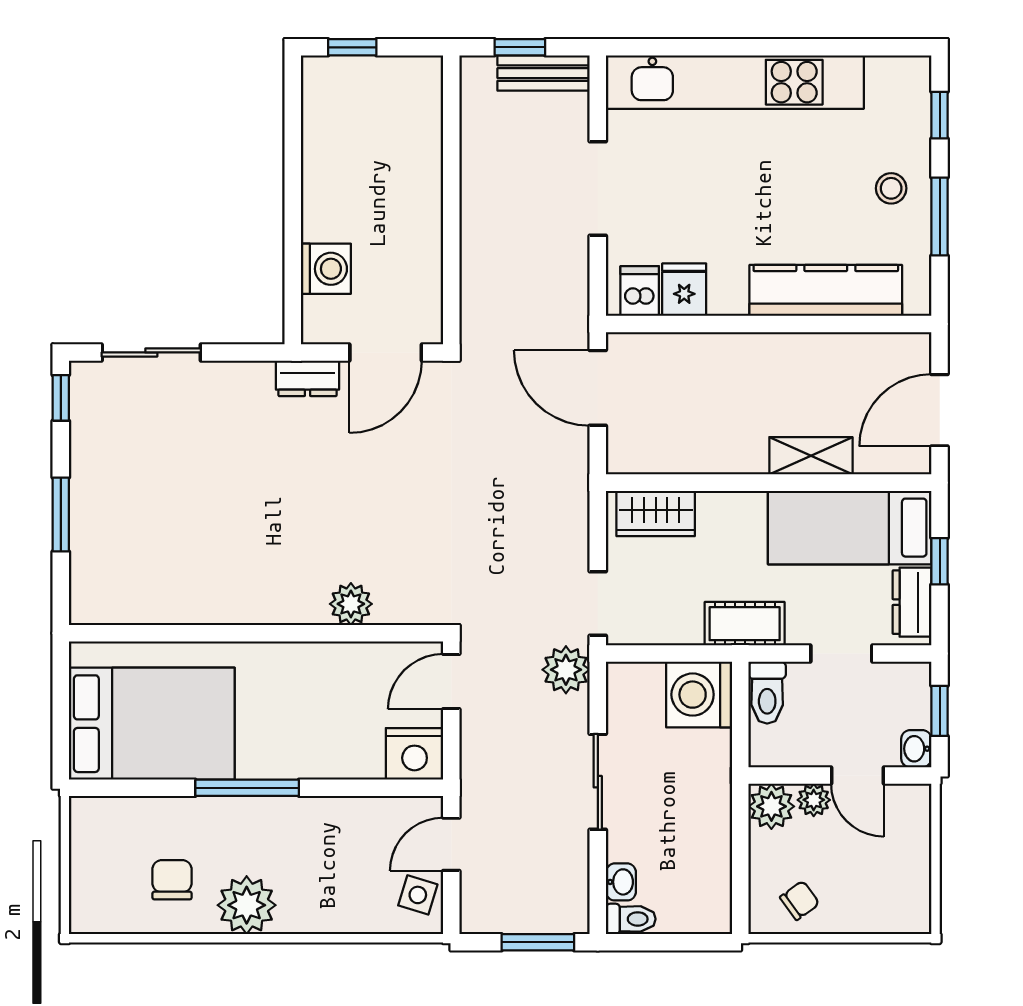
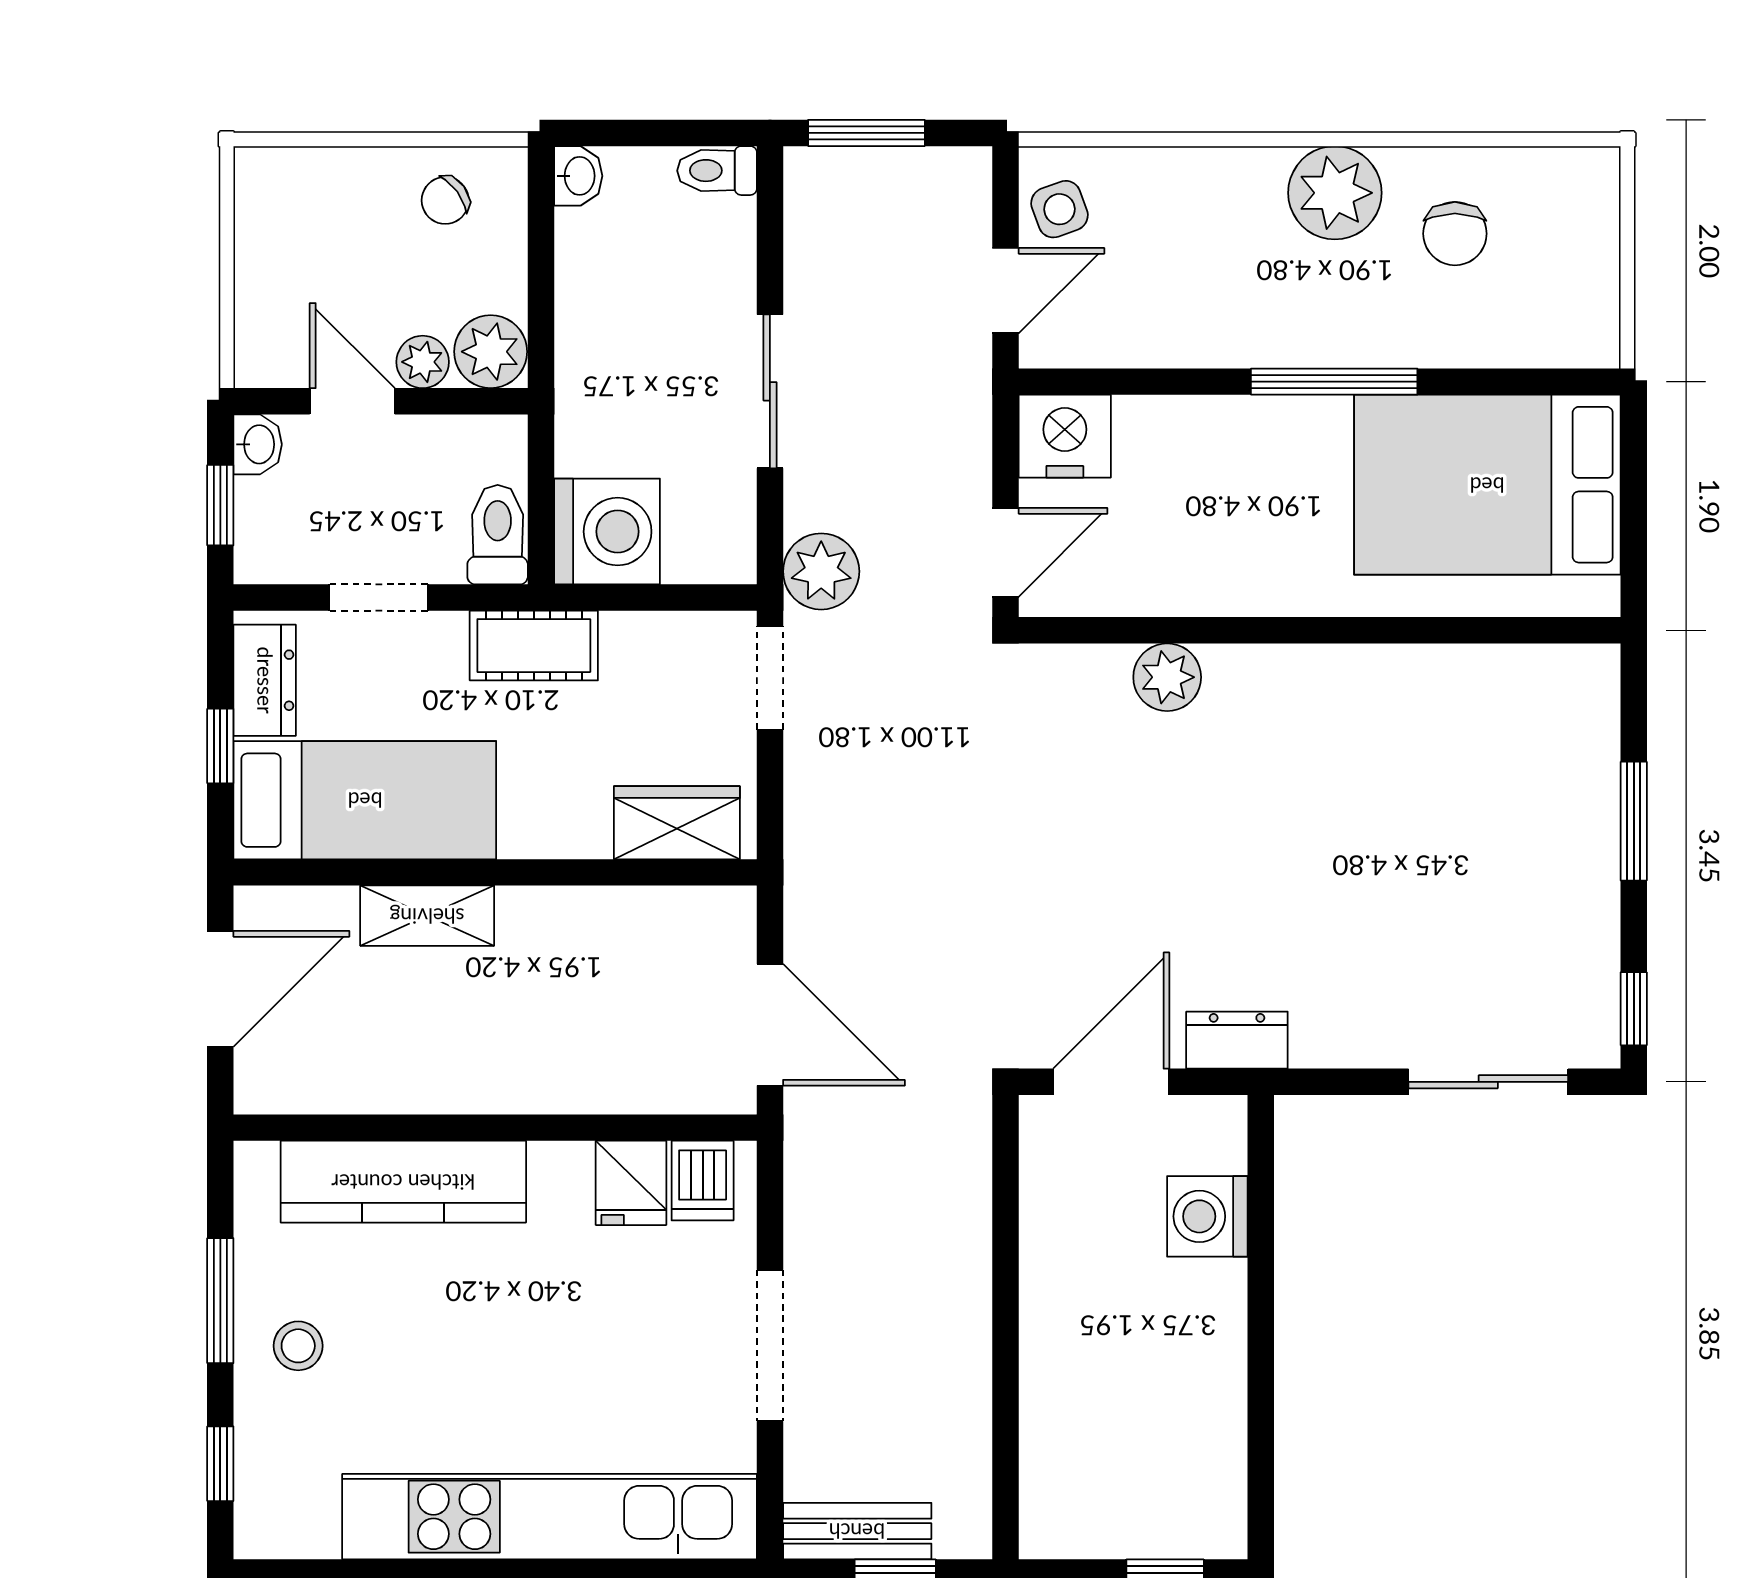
washbasin: (621, 882) -> (578, 176), moved, turned 180
side table: (418, 895) -> (1059, 209), turned -37

